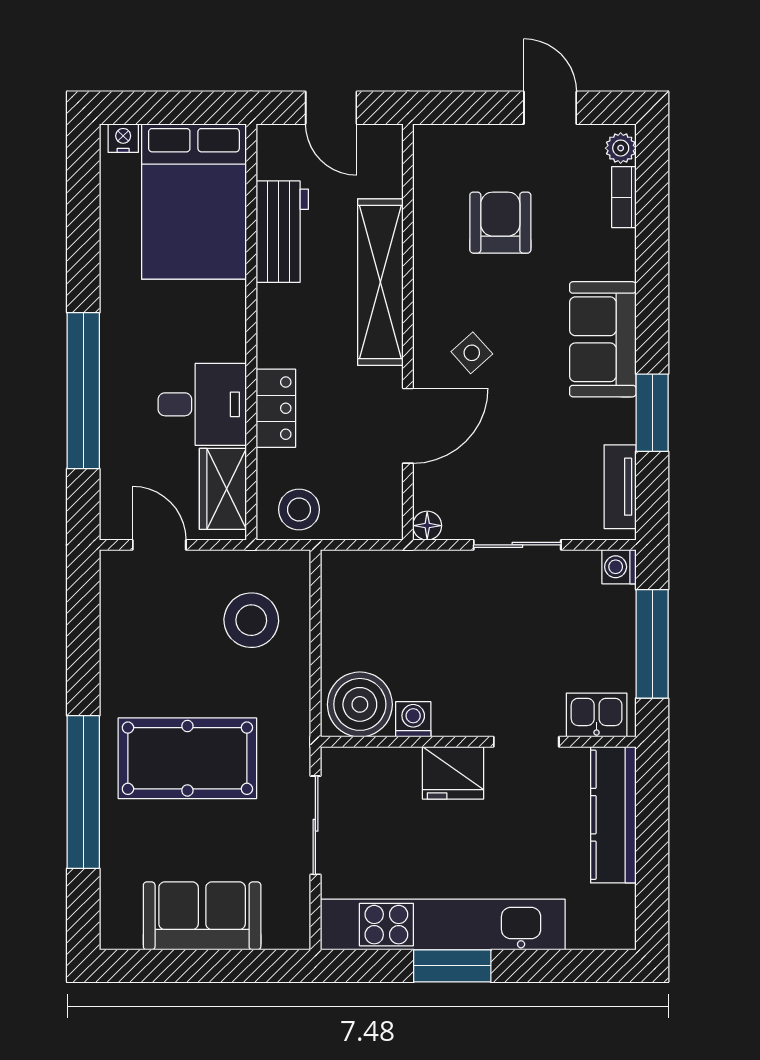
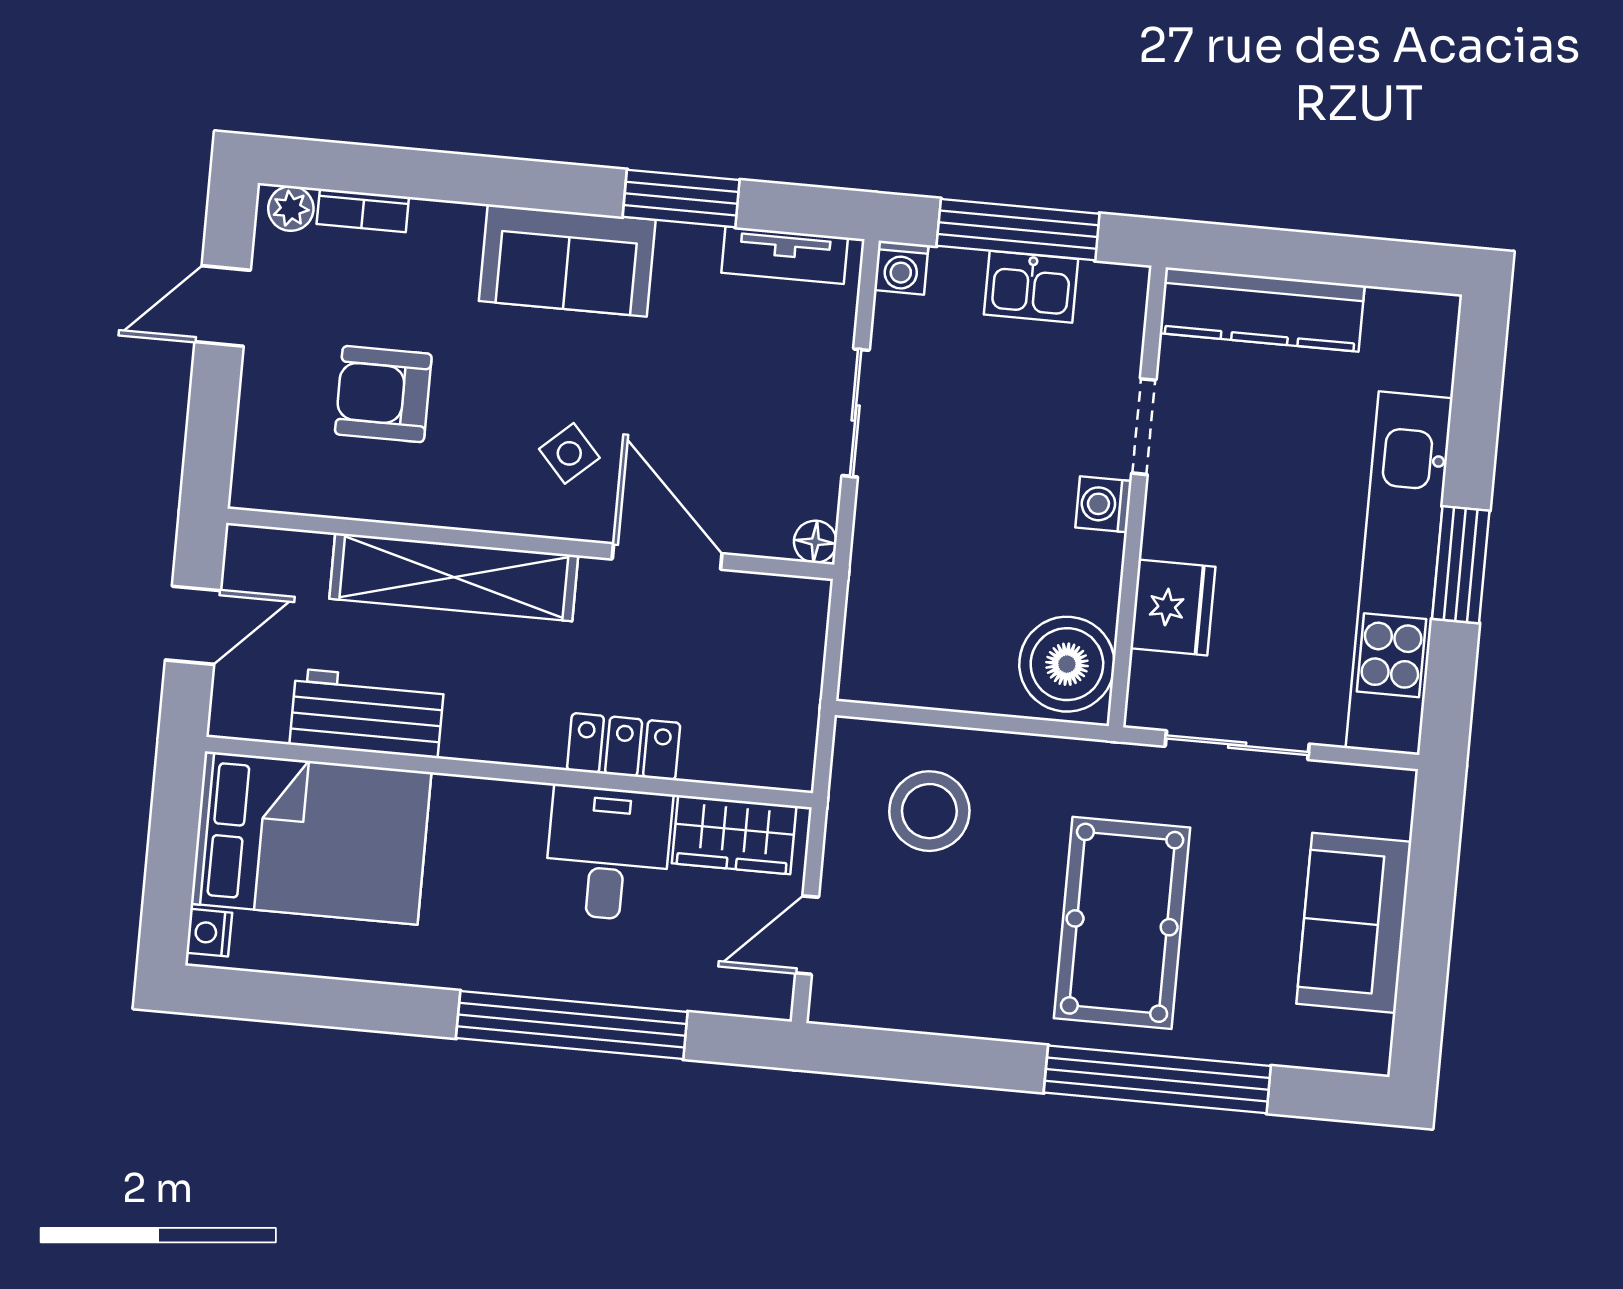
stool: (299, 509) -> (774, 726), removed
kitchen sink: (597, 715) -> (1031, 287), moved, turned -90
washing machine: (413, 719) -> (1104, 504), moved
fridge: (453, 773) -> (1173, 607), moved

